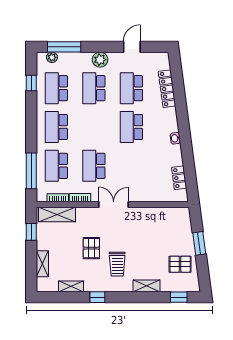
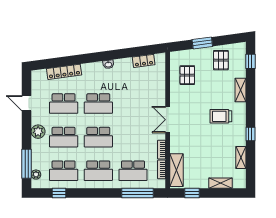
school desk: (94, 166) -> (98, 137), moved
pallet: (91, 248) -> (187, 75), moved, turned 90
trolley: (117, 264) -> (221, 116), turned 180

